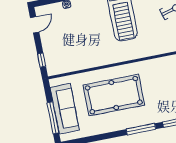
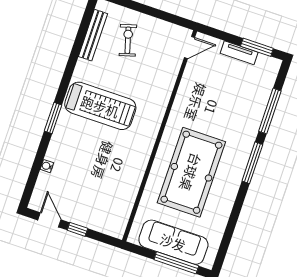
window: (42, 60) -> (77, 229), moved

